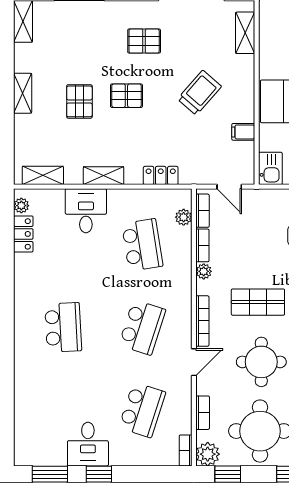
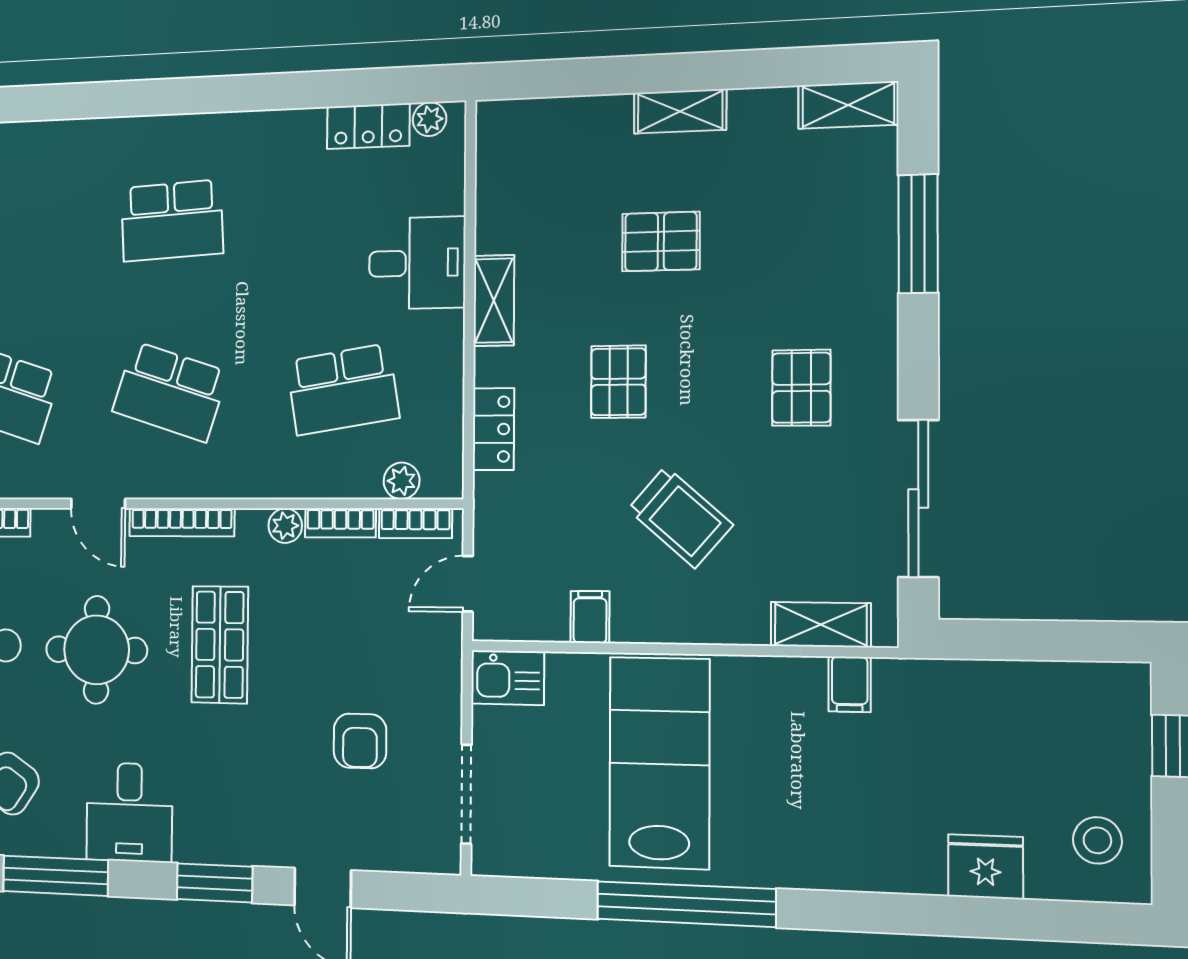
filing cabinet: (270, 21) -> (850, 684), added
pallet: (126, 96) -> (618, 382), moved
shelving: (43, 175) -> (495, 164), removed

